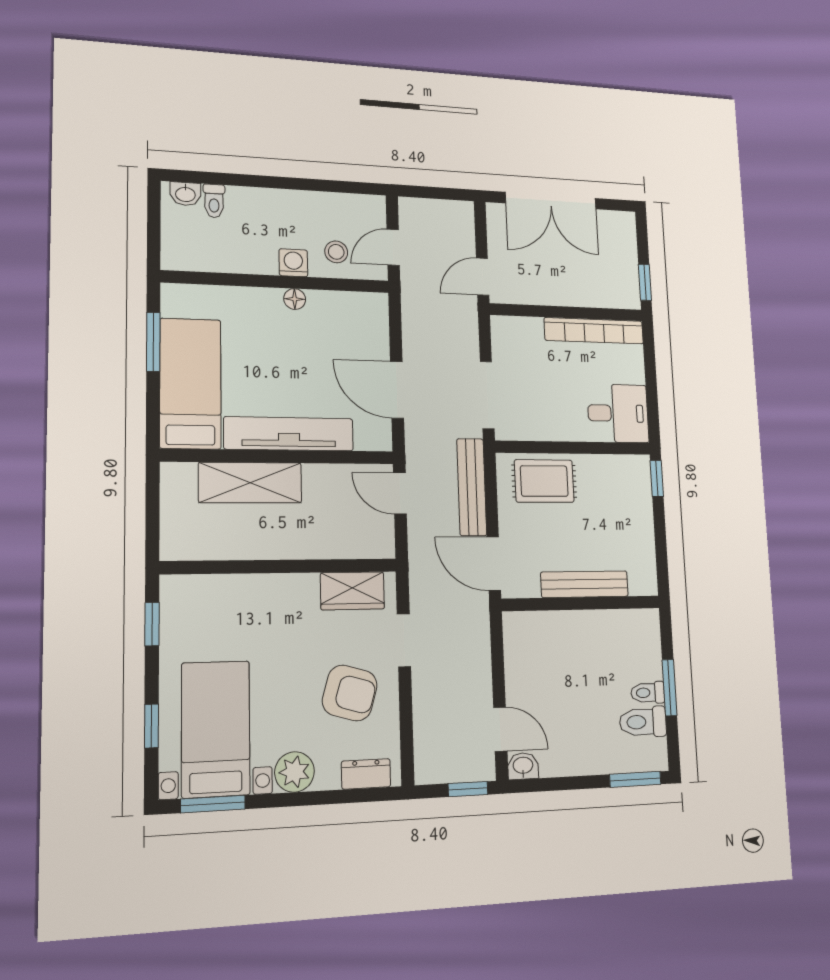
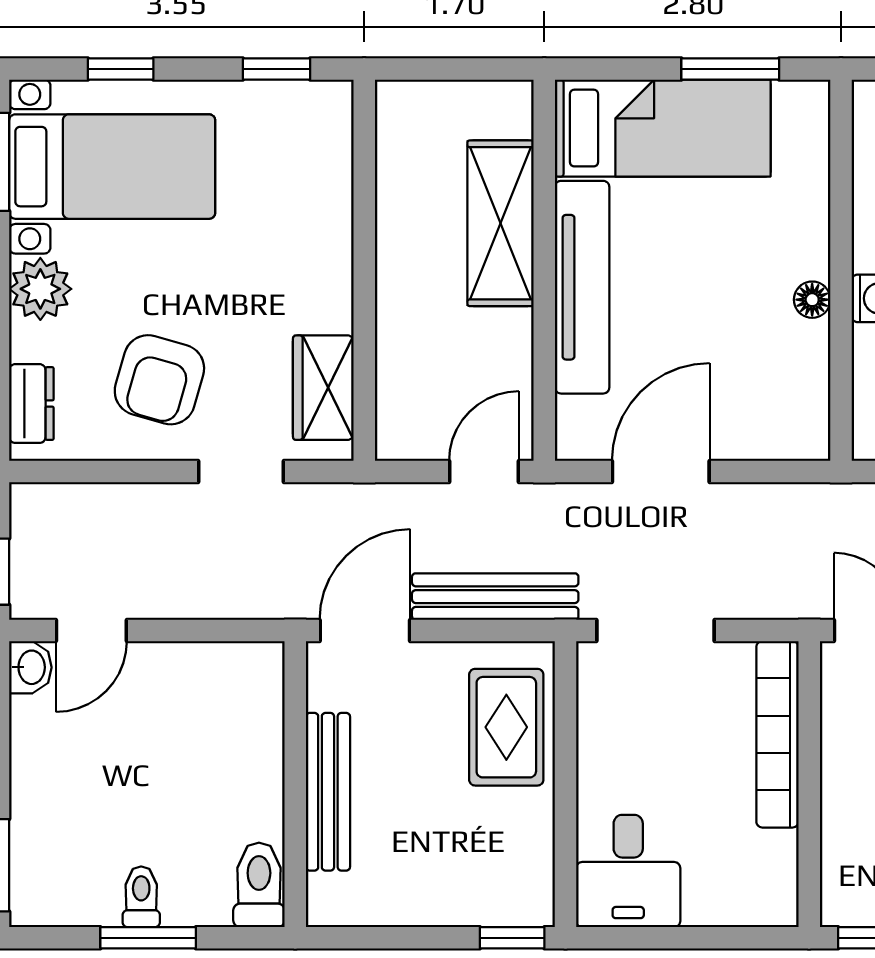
bookcase: (594, 331) -> (777, 734), moved
toilet: (643, 722) -> (259, 885), moved

